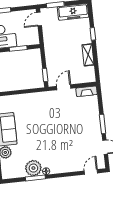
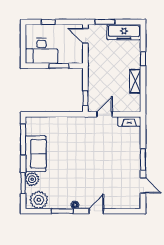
door: (39, 19) -> (85, 36), hinge flipped
plant: (33, 168) -> (39, 200), moved
door: (91, 172) -> (96, 211), moved

